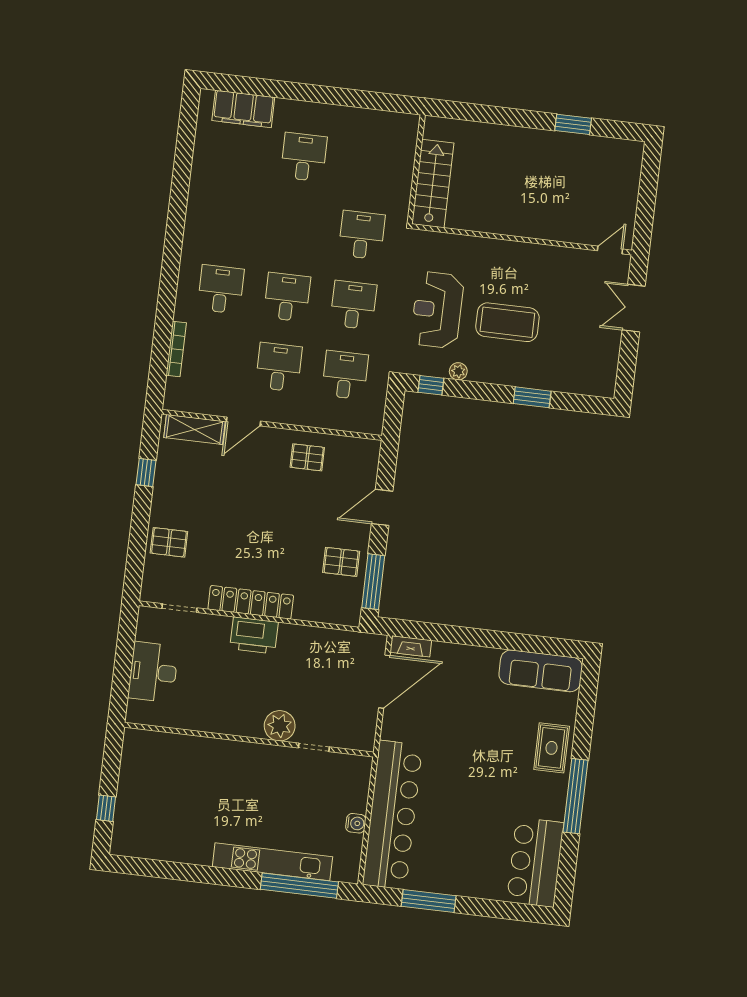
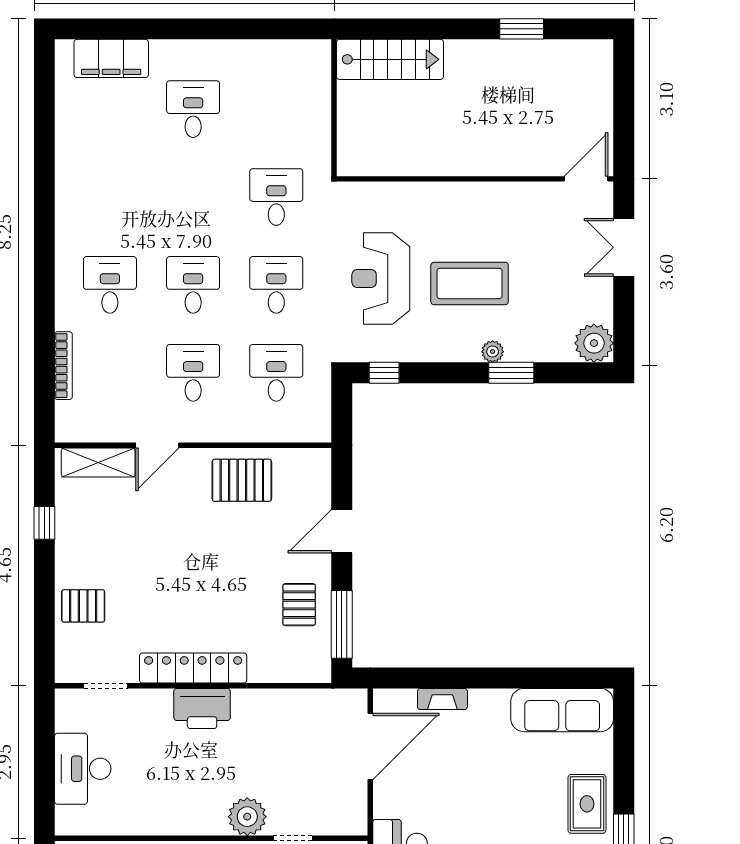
stairs: (433, 184) -> (390, 59), moved, turned 90
door: (610, 250) -> (586, 179), width x1.38
plant: (458, 371) -> (493, 352), moved
plant: (601, 382) -> (594, 343), added
pallet: (307, 457) -> (242, 480), width x1.50, depth x1.42
pallet: (341, 562) -> (299, 605), turned 90
fireplace: (411, 646) -> (442, 699), moved

